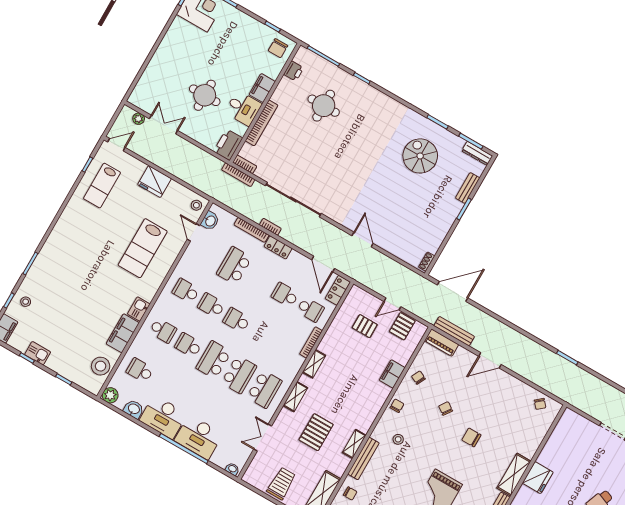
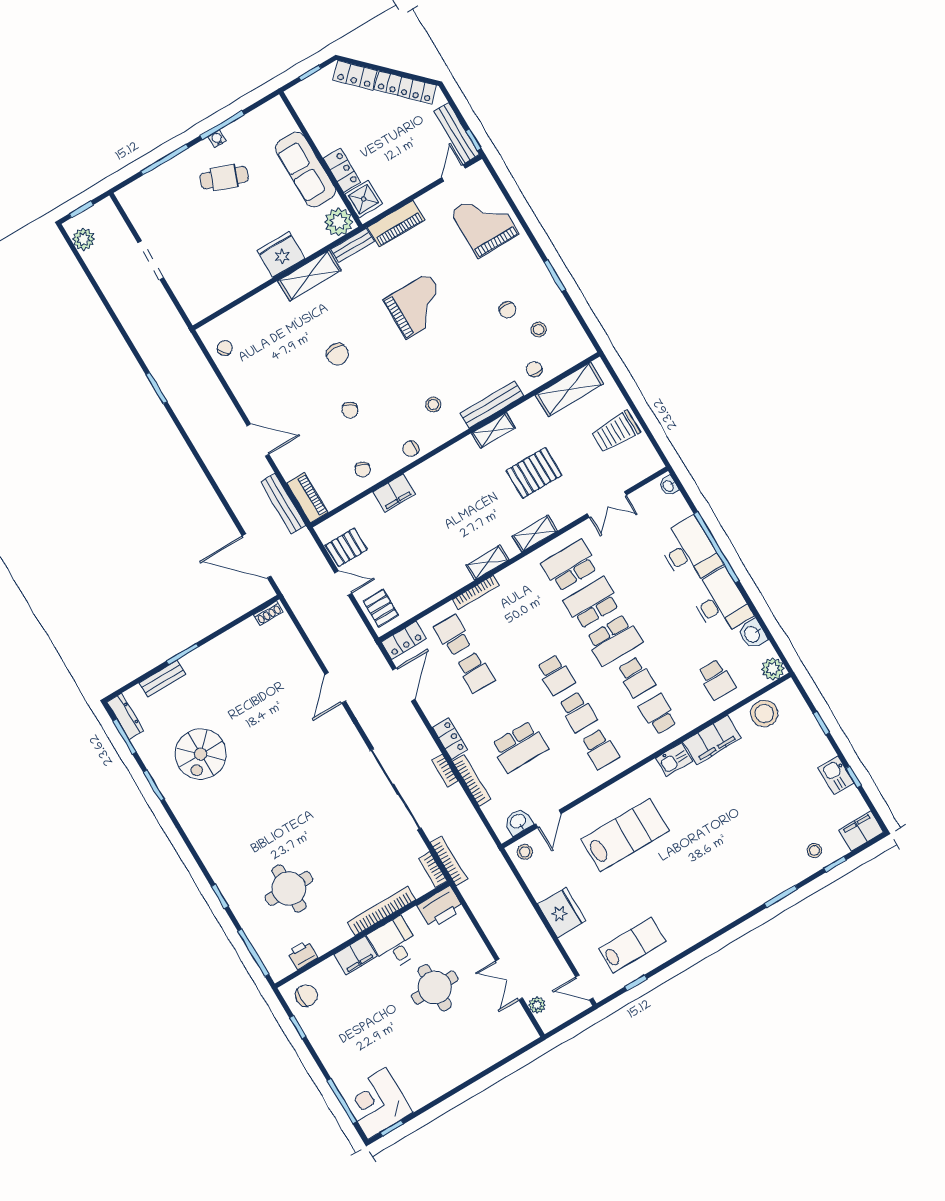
pallet: (365, 326) -> (381, 608), moved

